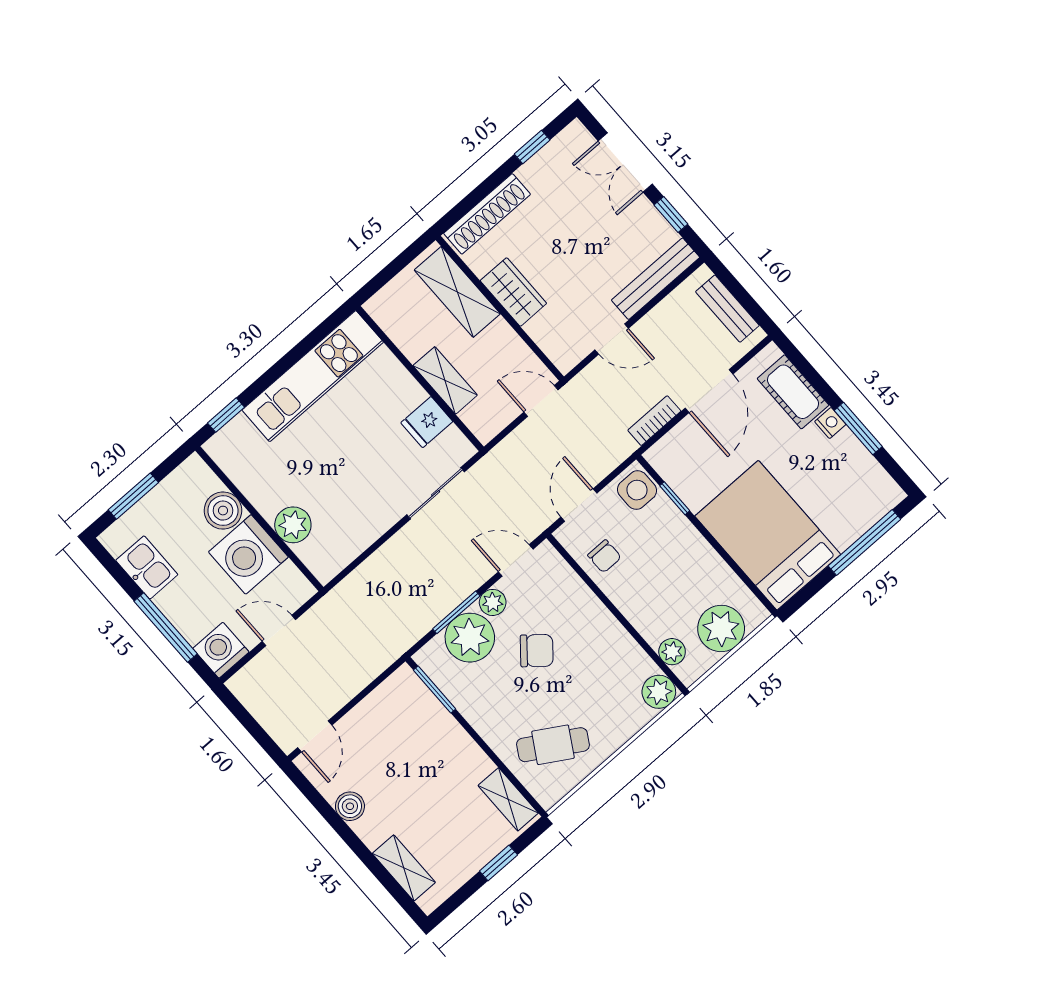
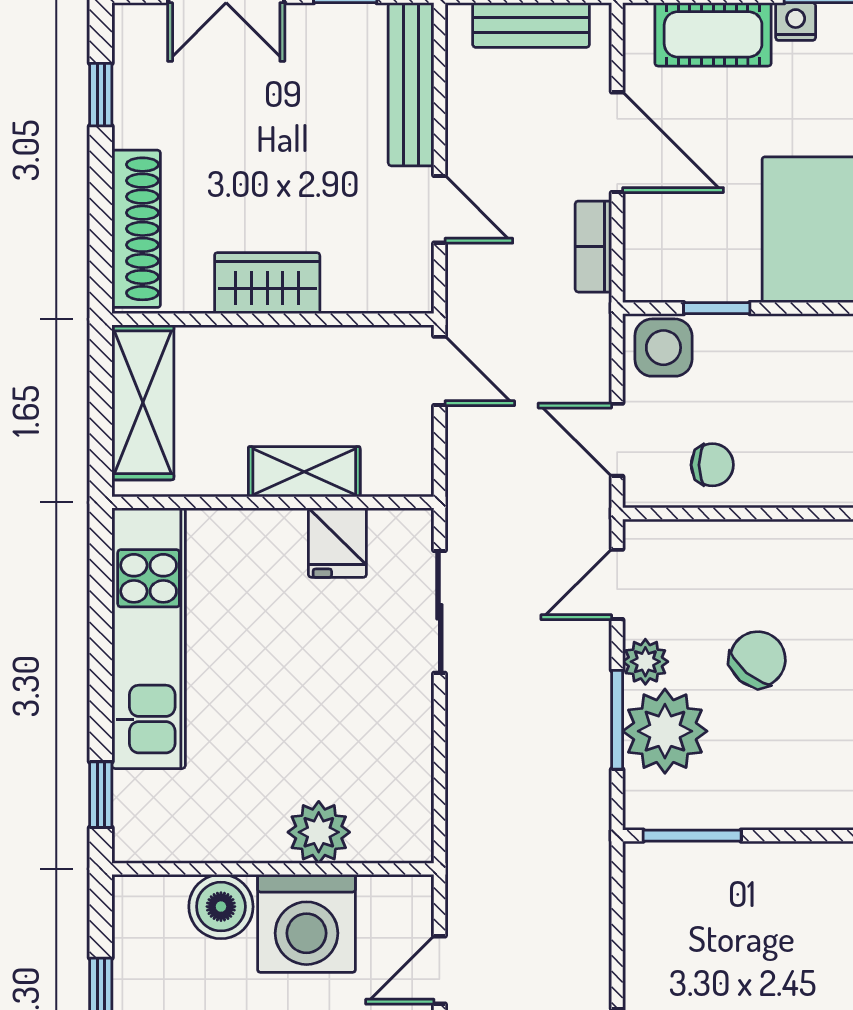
shelving: (457, 292) -> (143, 402), moved, turned 90
door: (612, 339) -> (439, 209), hinge flipped
door: (541, 401) -> (439, 371), swing flipped

